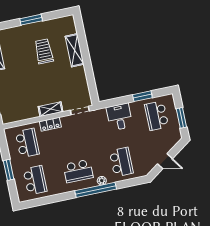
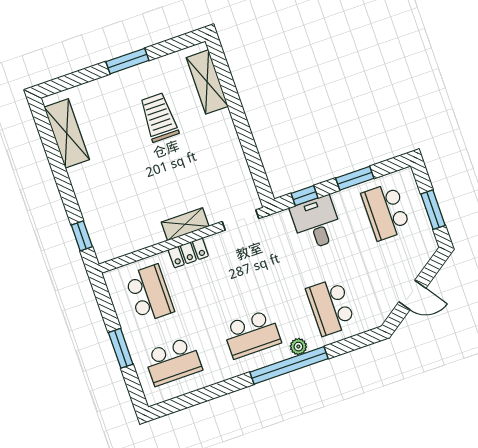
shelving: (75, 50) -> (207, 82), moved
window: (115, 102) -> (305, 196), added
school desk: (121, 162) -> (331, 307), turned 180
school desk: (35, 180) -> (173, 361), turned 90

